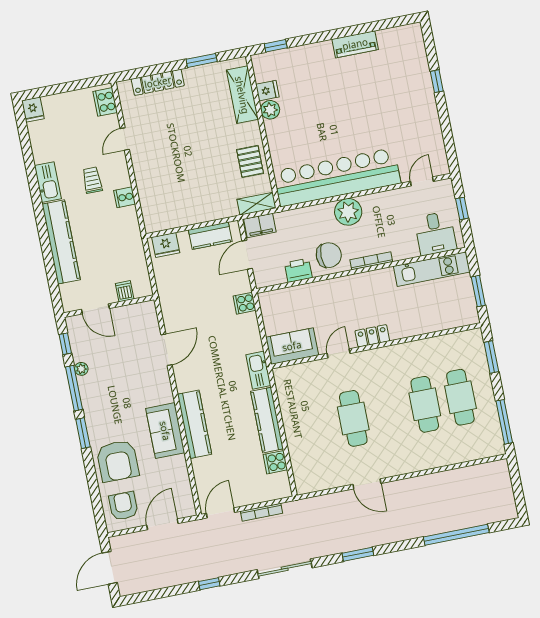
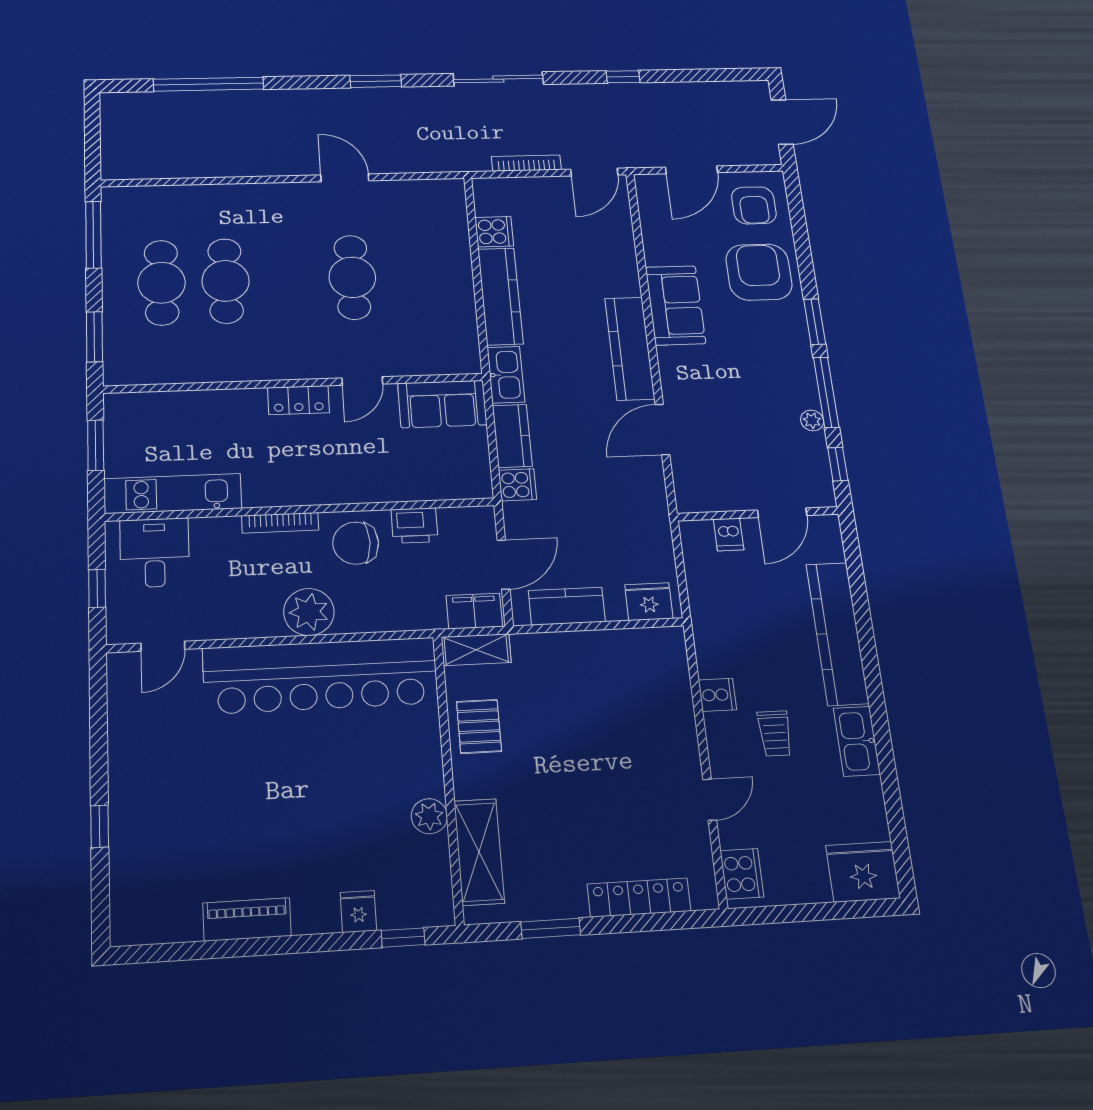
fridge: (267, 91) -> (358, 912), moved, turned 90
fridge: (33, 110) -> (863, 872), width x1.88, depth x1.34
door: (95, 309) -> (782, 513), swing flipped
kitchen counter: (251, 333) -> (512, 436), added
kitchen counter: (194, 424) -> (630, 348), moved

